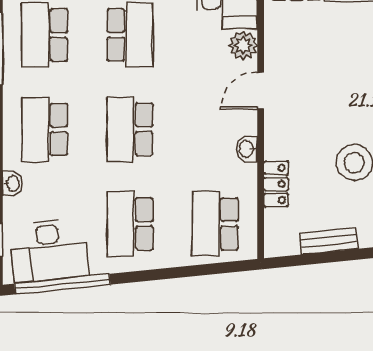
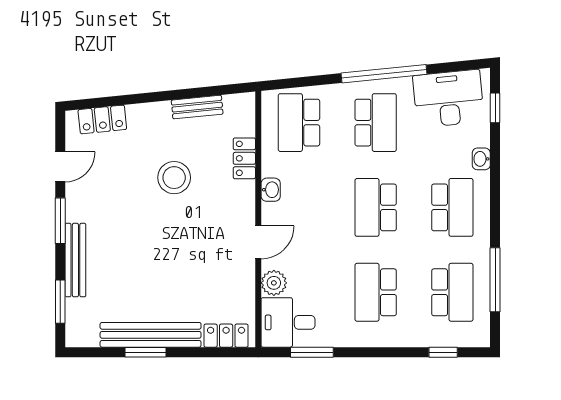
school desk: (130, 129) -> (376, 207), turned 180
school desk: (215, 224) -> (299, 123), turned 180
window: (62, 284) -> (384, 74), moved

